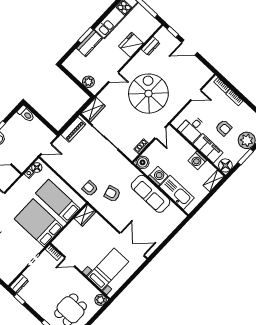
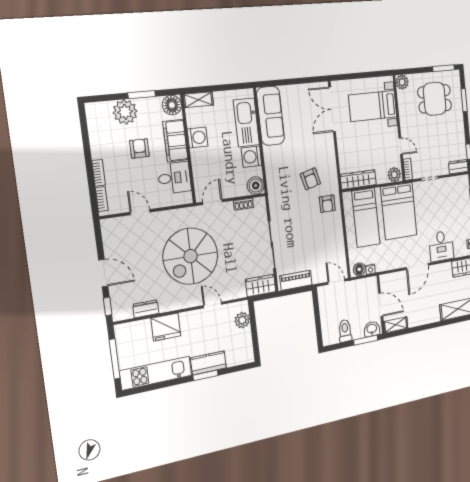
toilet: (26, 114) -> (345, 331), moved
sofa: (151, 194) -> (271, 116), moved
wardrobe: (85, 215) -> (358, 180), width x1.50
plant: (60, 242) -> (394, 175), added

